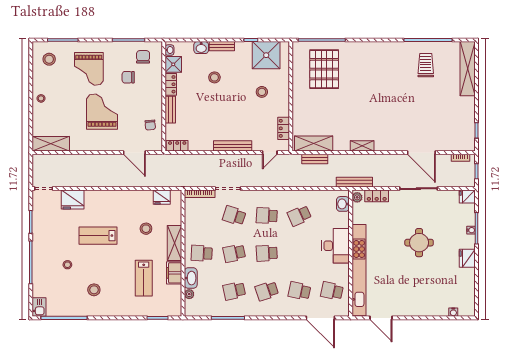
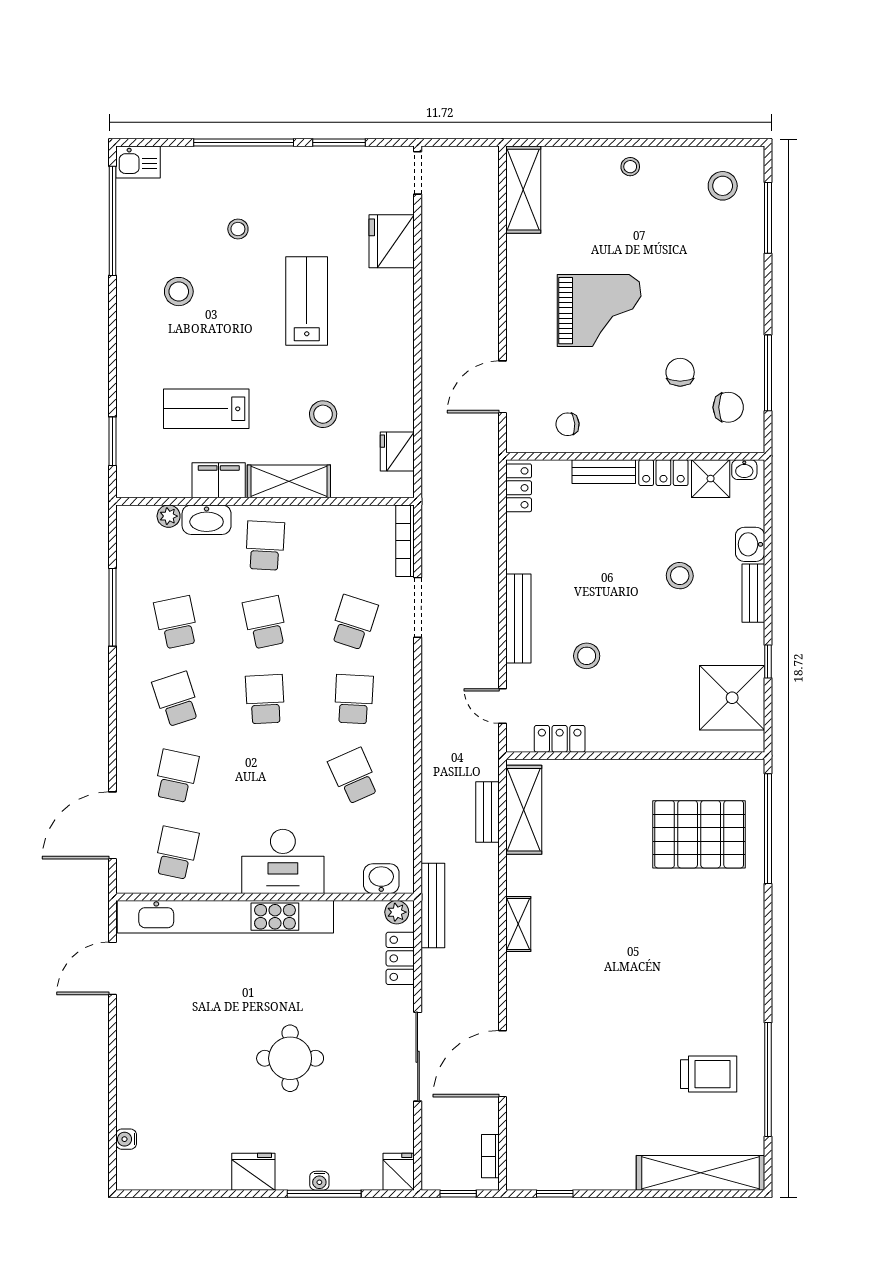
grand piano: (89, 69) -> (700, 279), removed
stool: (262, 92) -> (587, 656), moved

